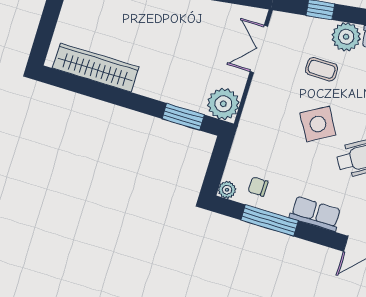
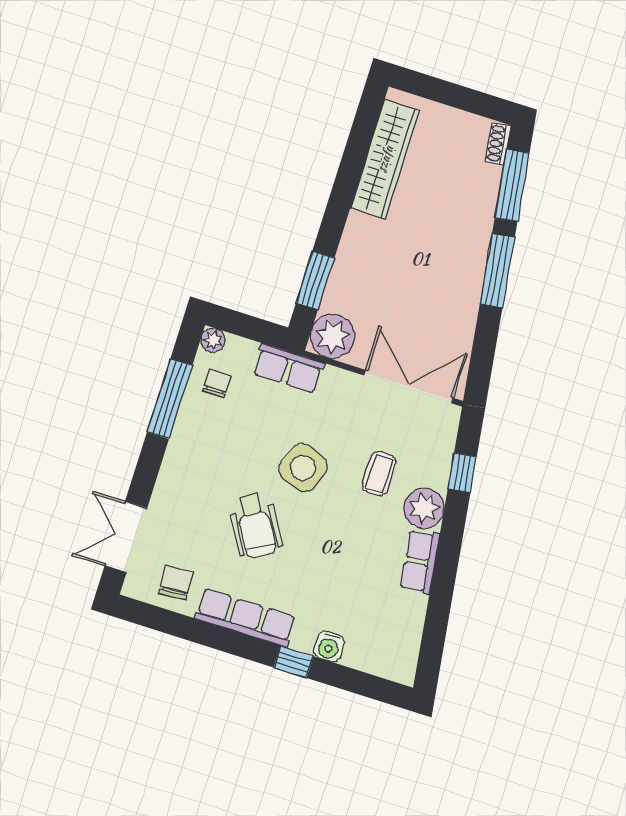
double door: (259, 49) -> (408, 387), width x1.37
side table: (318, 124) -> (303, 468), turned -38
row of seats: (315, 214) -> (288, 368), moved, turned 90

